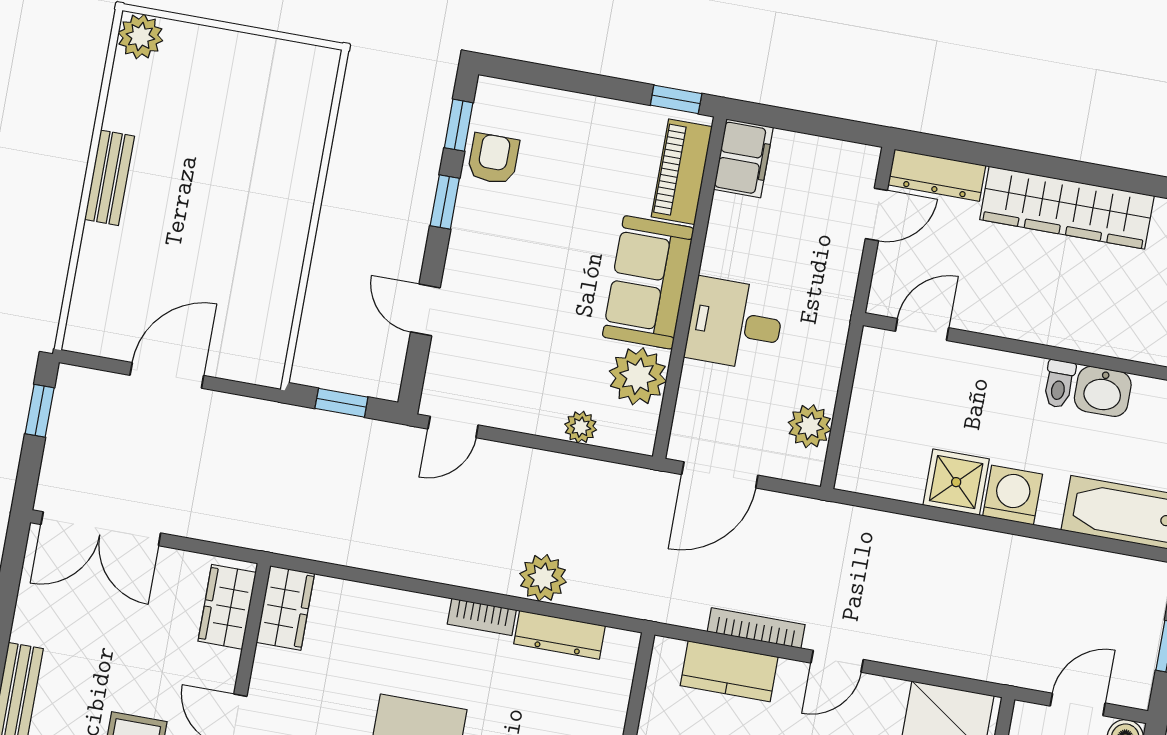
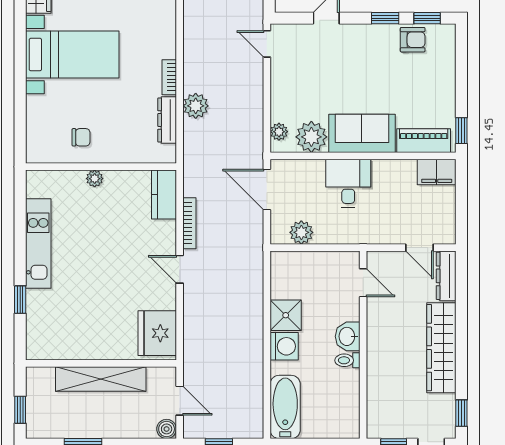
washbasin: (1103, 391) -> (348, 336), moved
plant: (581, 427) -> (279, 132), moved
kitchen counter: (729, 671) -> (164, 195), moved

